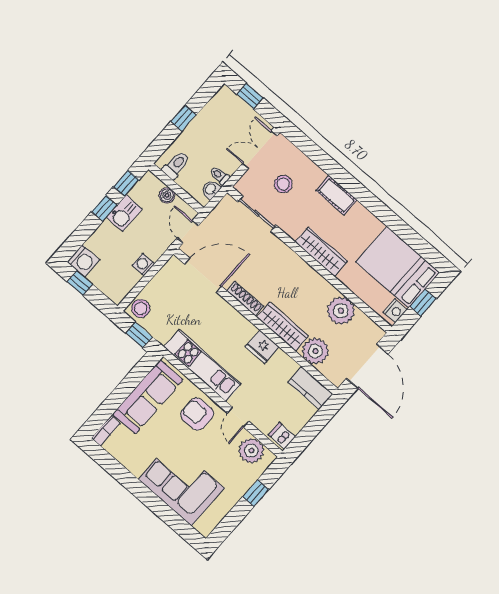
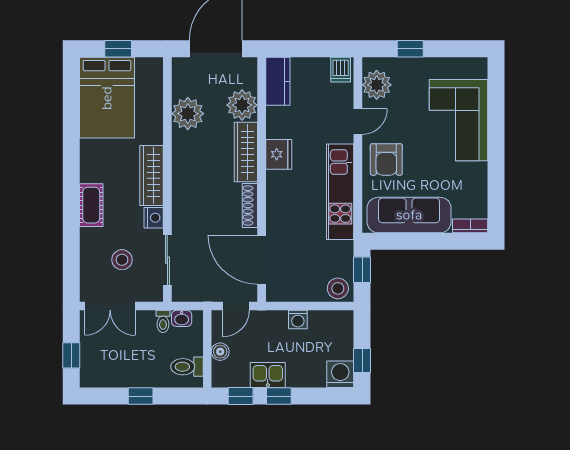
nightstand: (395, 311) -> (154, 218), moved, turned 90

